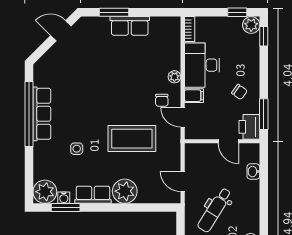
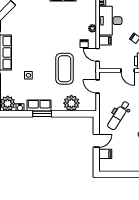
coffee table: (132, 139) -> (65, 69), turned 90
door: (183, 181) -> (98, 86), moved
plant: (125, 191) -> (71, 103), moved
window: (66, 208) -> (42, 114), moved

